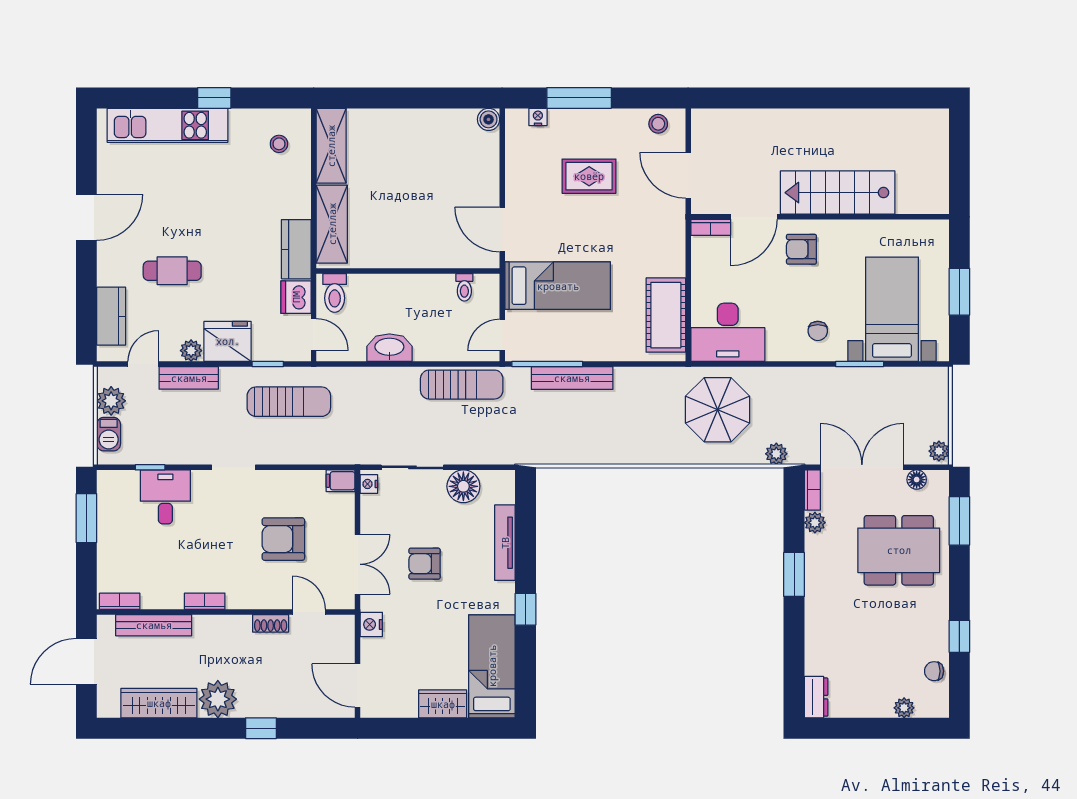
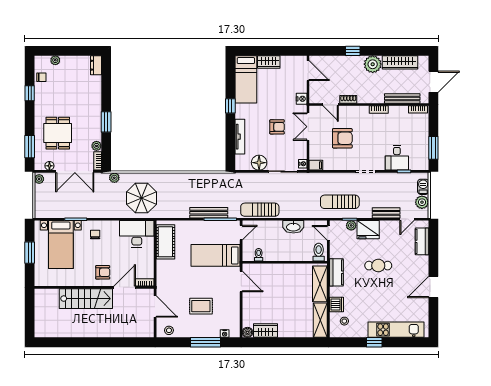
wardrobe: (450, 123) -> (265, 331), added
cafe table: (172, 271) -> (378, 266), moved
dishwasher: (296, 297) -> (337, 304), moved
plant: (191, 351) -> (351, 225), moved
dining table: (899, 550) -> (58, 133), width x0.73

